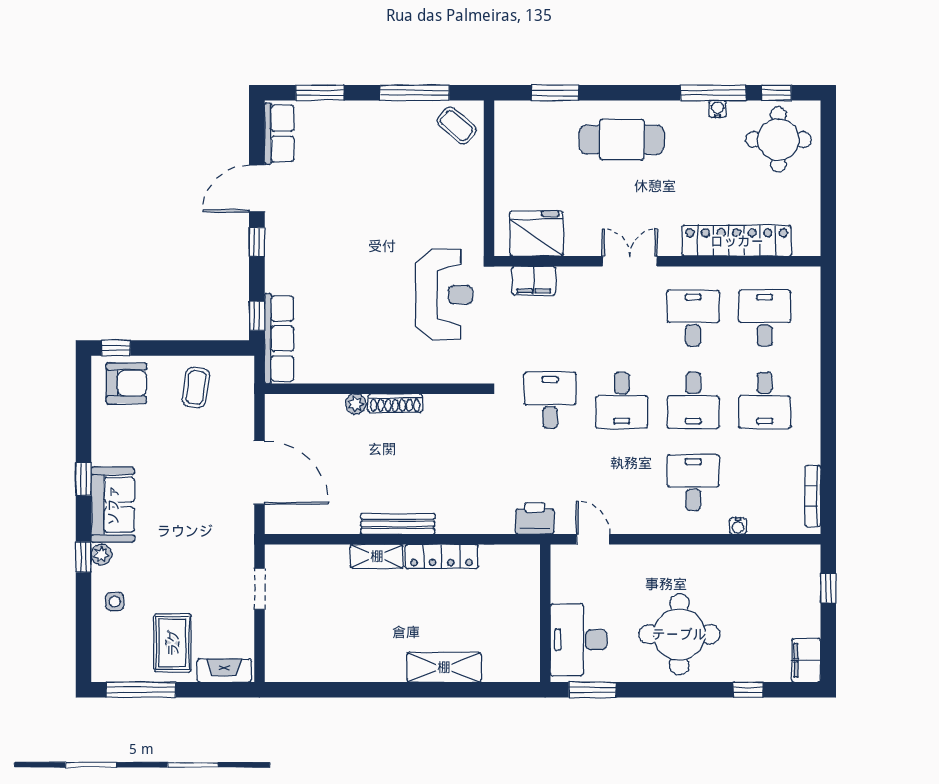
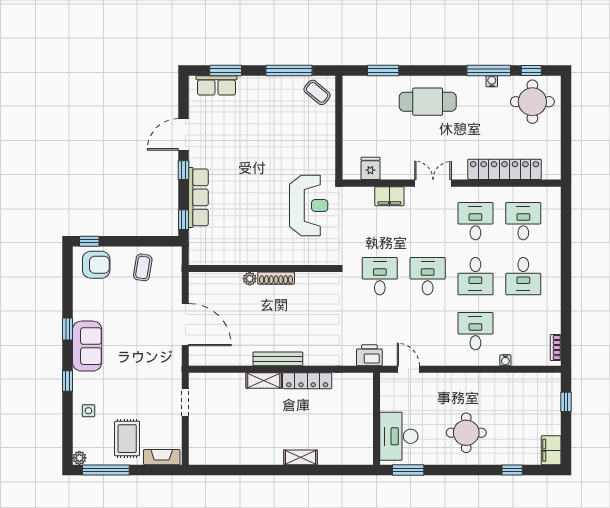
row of seats: (279, 134) -> (216, 85), moved, turned 90
fridge: (536, 234) -> (370, 168), width x0.53, depth x0.75
filing cabinet: (534, 281) -> (389, 196), moved
row of seats: (279, 339) -> (198, 197), moved
desk: (622, 400) -> (428, 276), turned 180
bookcase: (813, 496) -> (556, 348), width x0.64
plant: (101, 554) -> (79, 458), moved
round table: (679, 634) -> (466, 433), width x0.73, depth x0.73
shelving: (444, 667) -> (301, 457), width x0.67, depth x0.75

